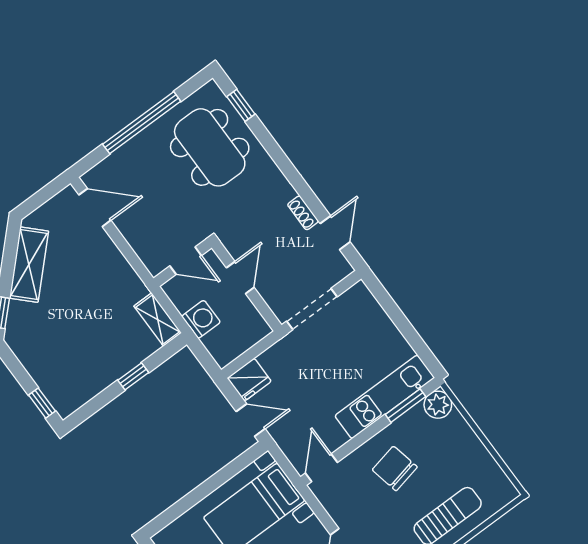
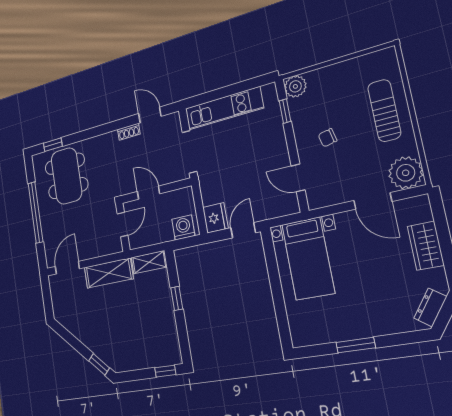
dining table: (210, 147) -> (66, 176), turned 90
shelving: (29, 265) -> (109, 273), moved, turned -45
washing machine: (201, 319) -> (183, 227), moved
kitchen unit: (385, 397) -> (224, 108), moved, turned -90
window: (405, 406) -> (285, 111), width x0.67
door: (321, 468) -> (298, 178), moved
chair: (395, 468) -> (328, 138), width x0.54, depth x0.54

